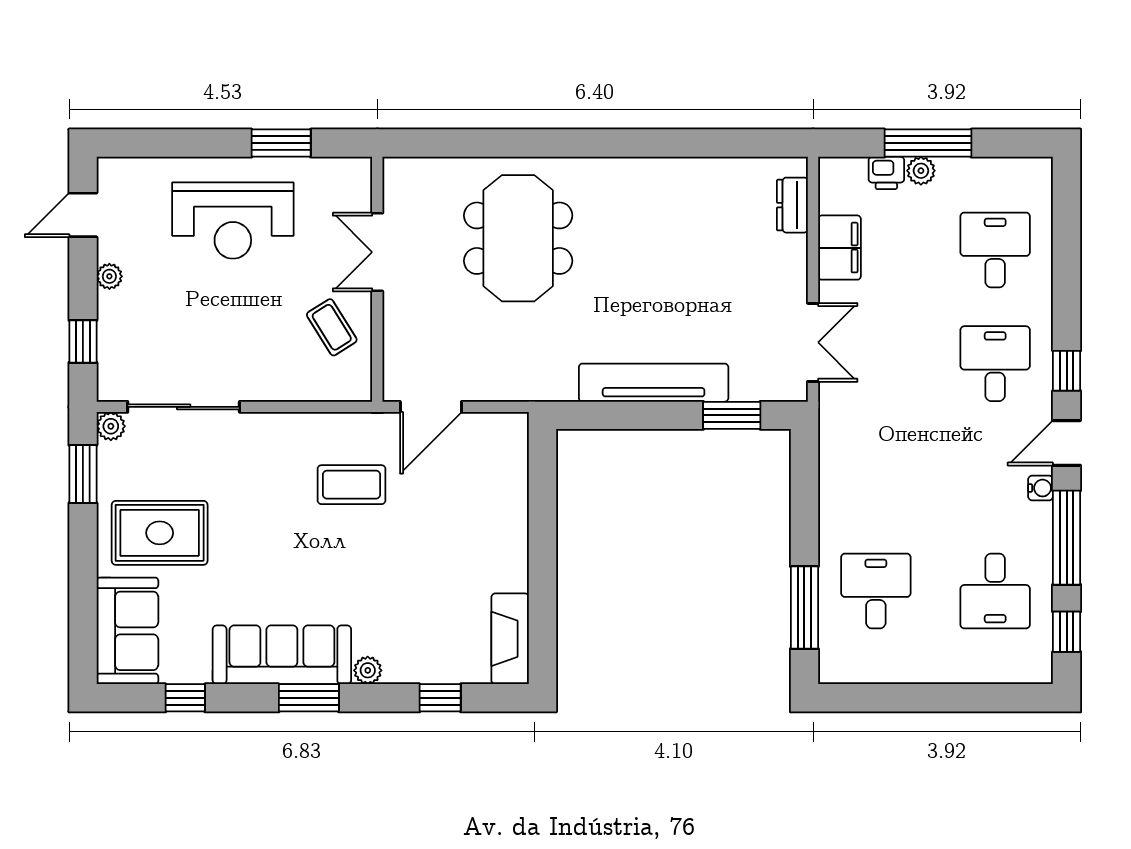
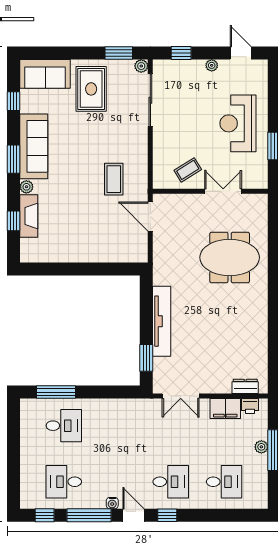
printer: (886, 173) -> (250, 406), moved, turned -90
fireplace: (510, 639) -> (29, 216), moved, turned 90

